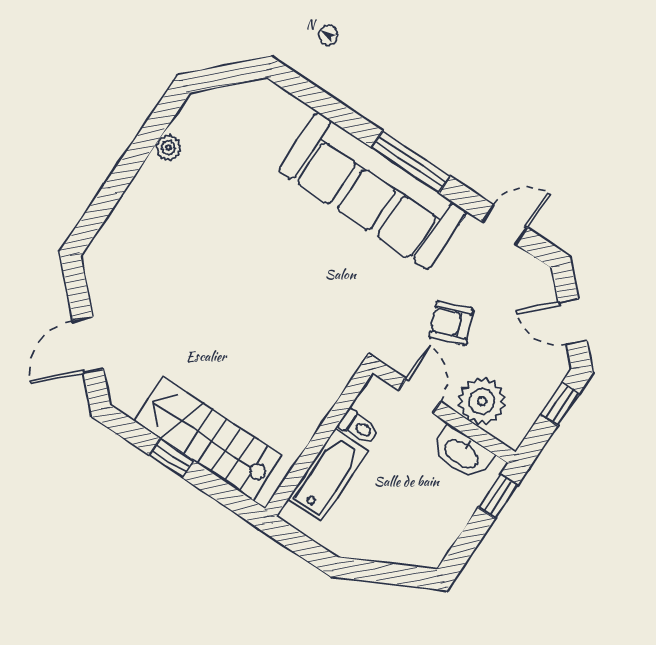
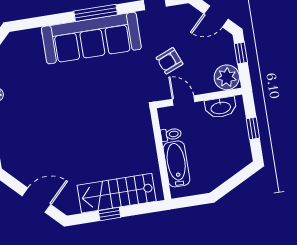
door: (88, 345) -> (36, 200), swing flipped
plant: (482, 401) -> (227, 77), moved
window: (498, 496) -> (253, 128), moved

